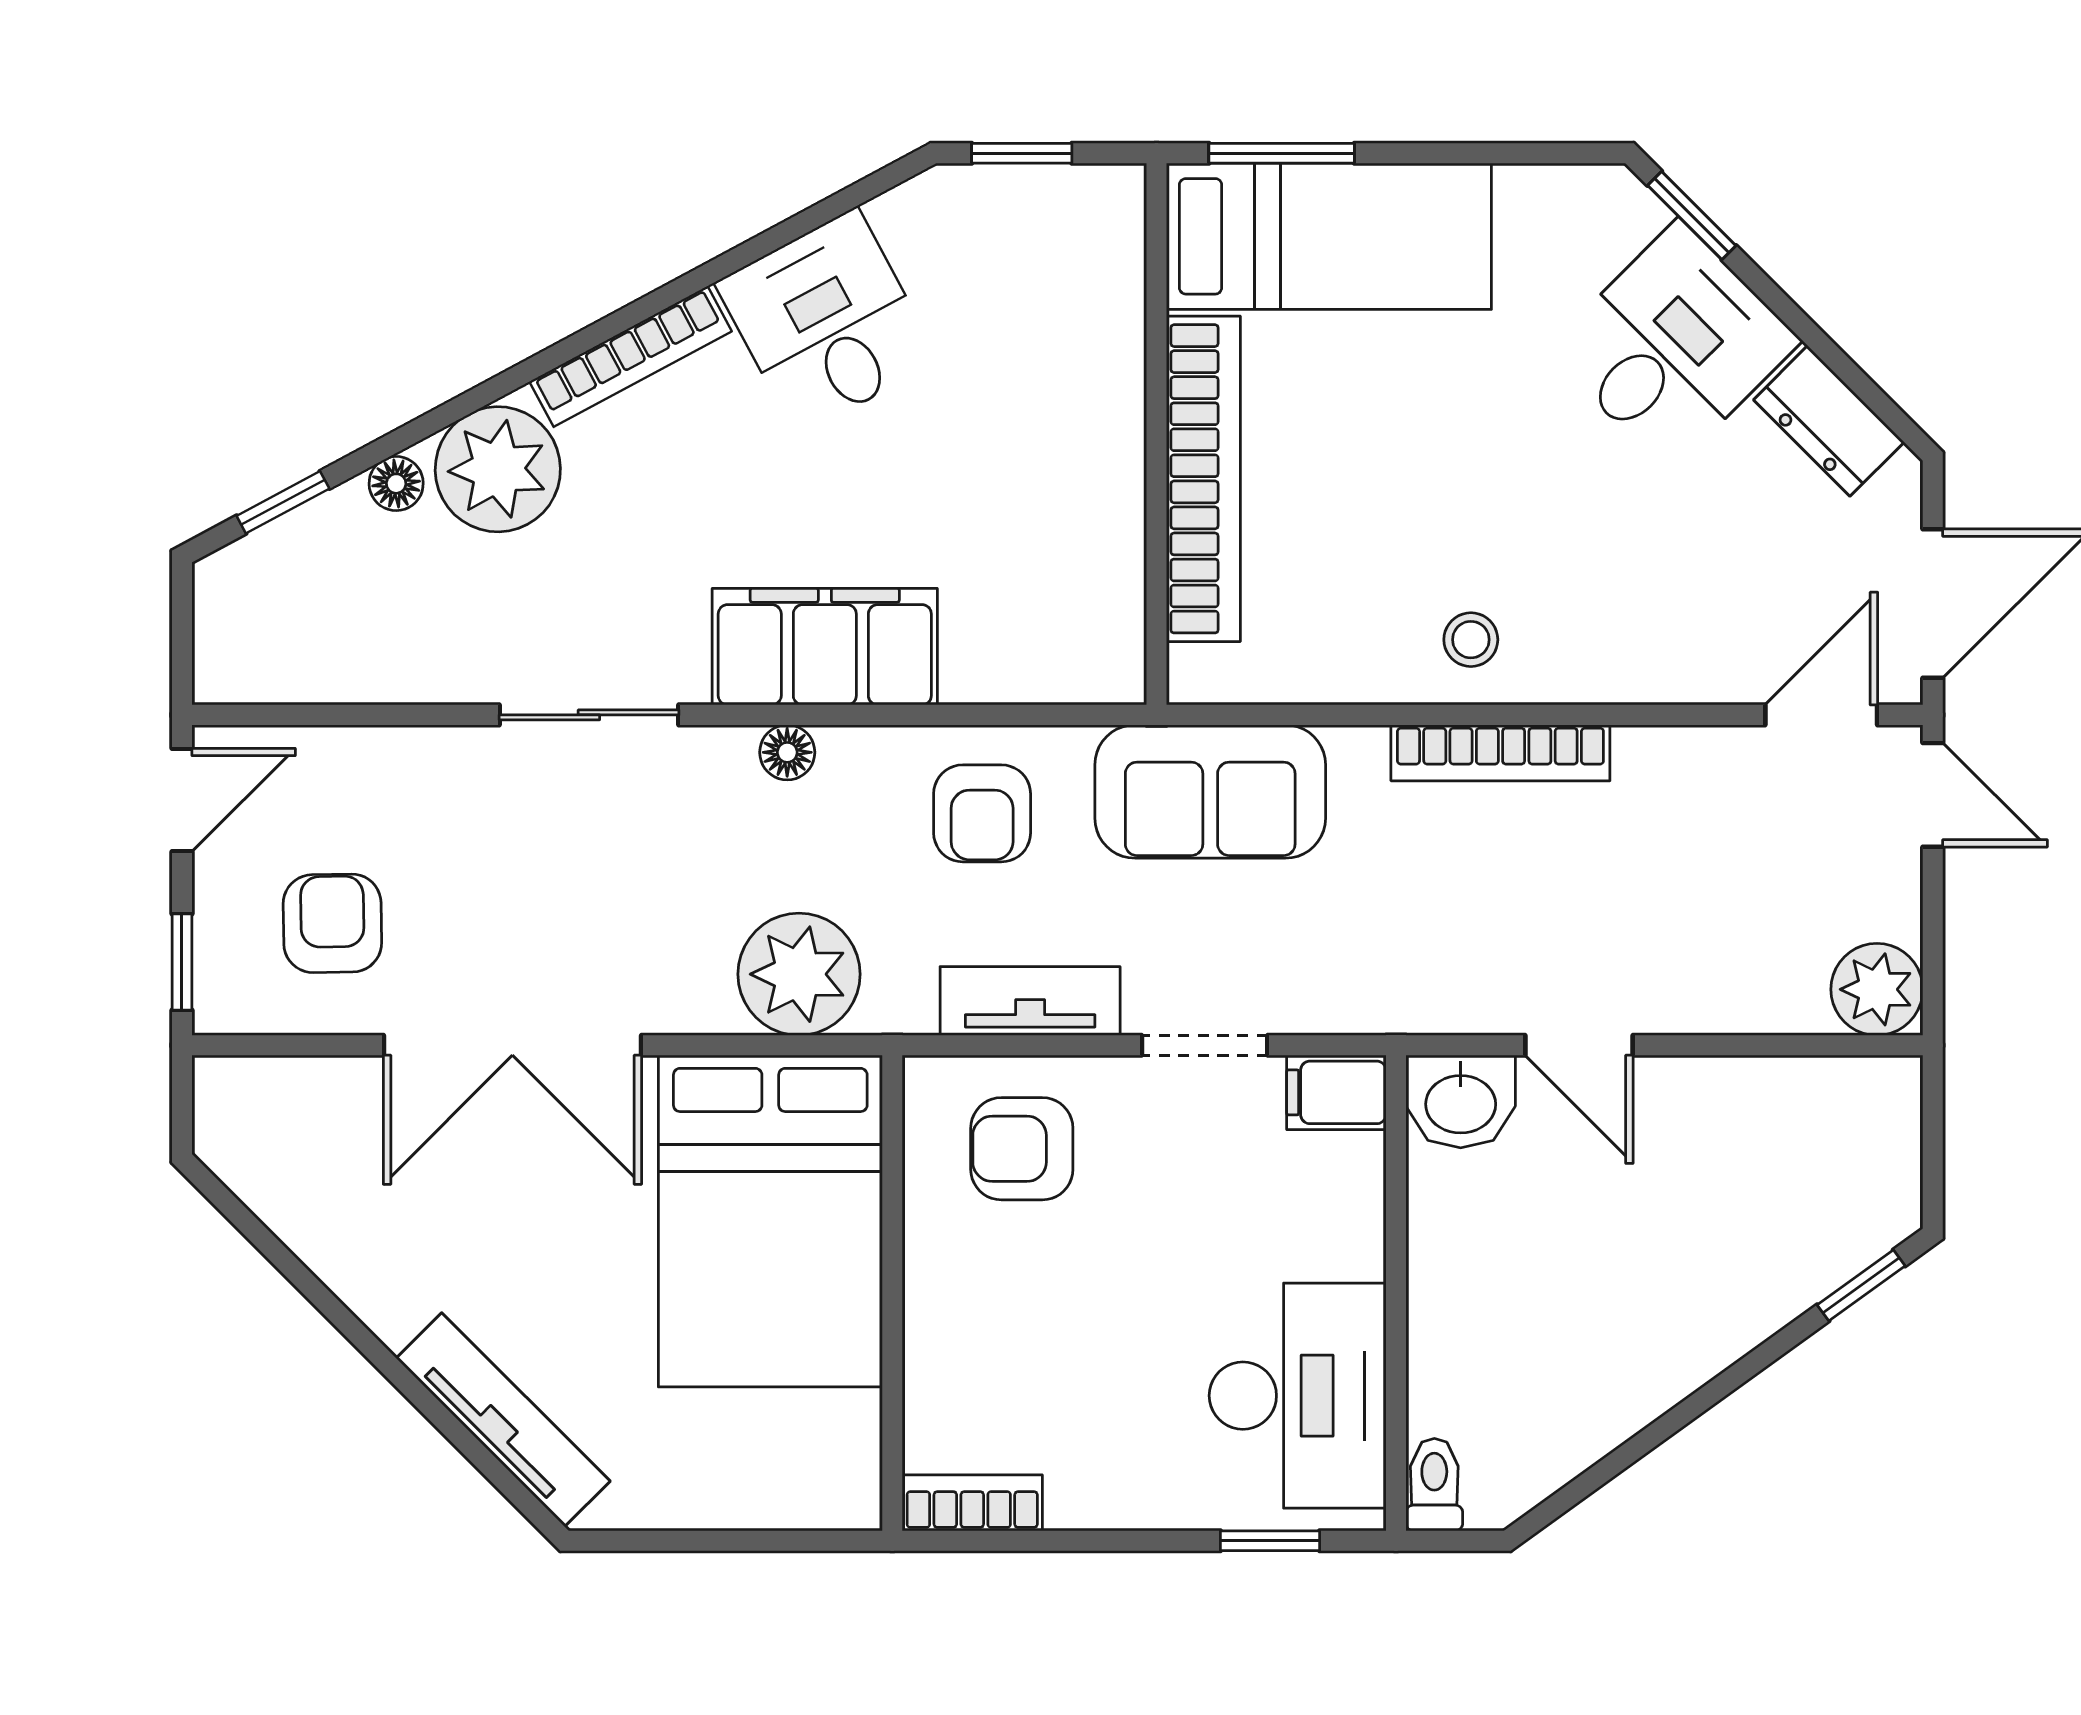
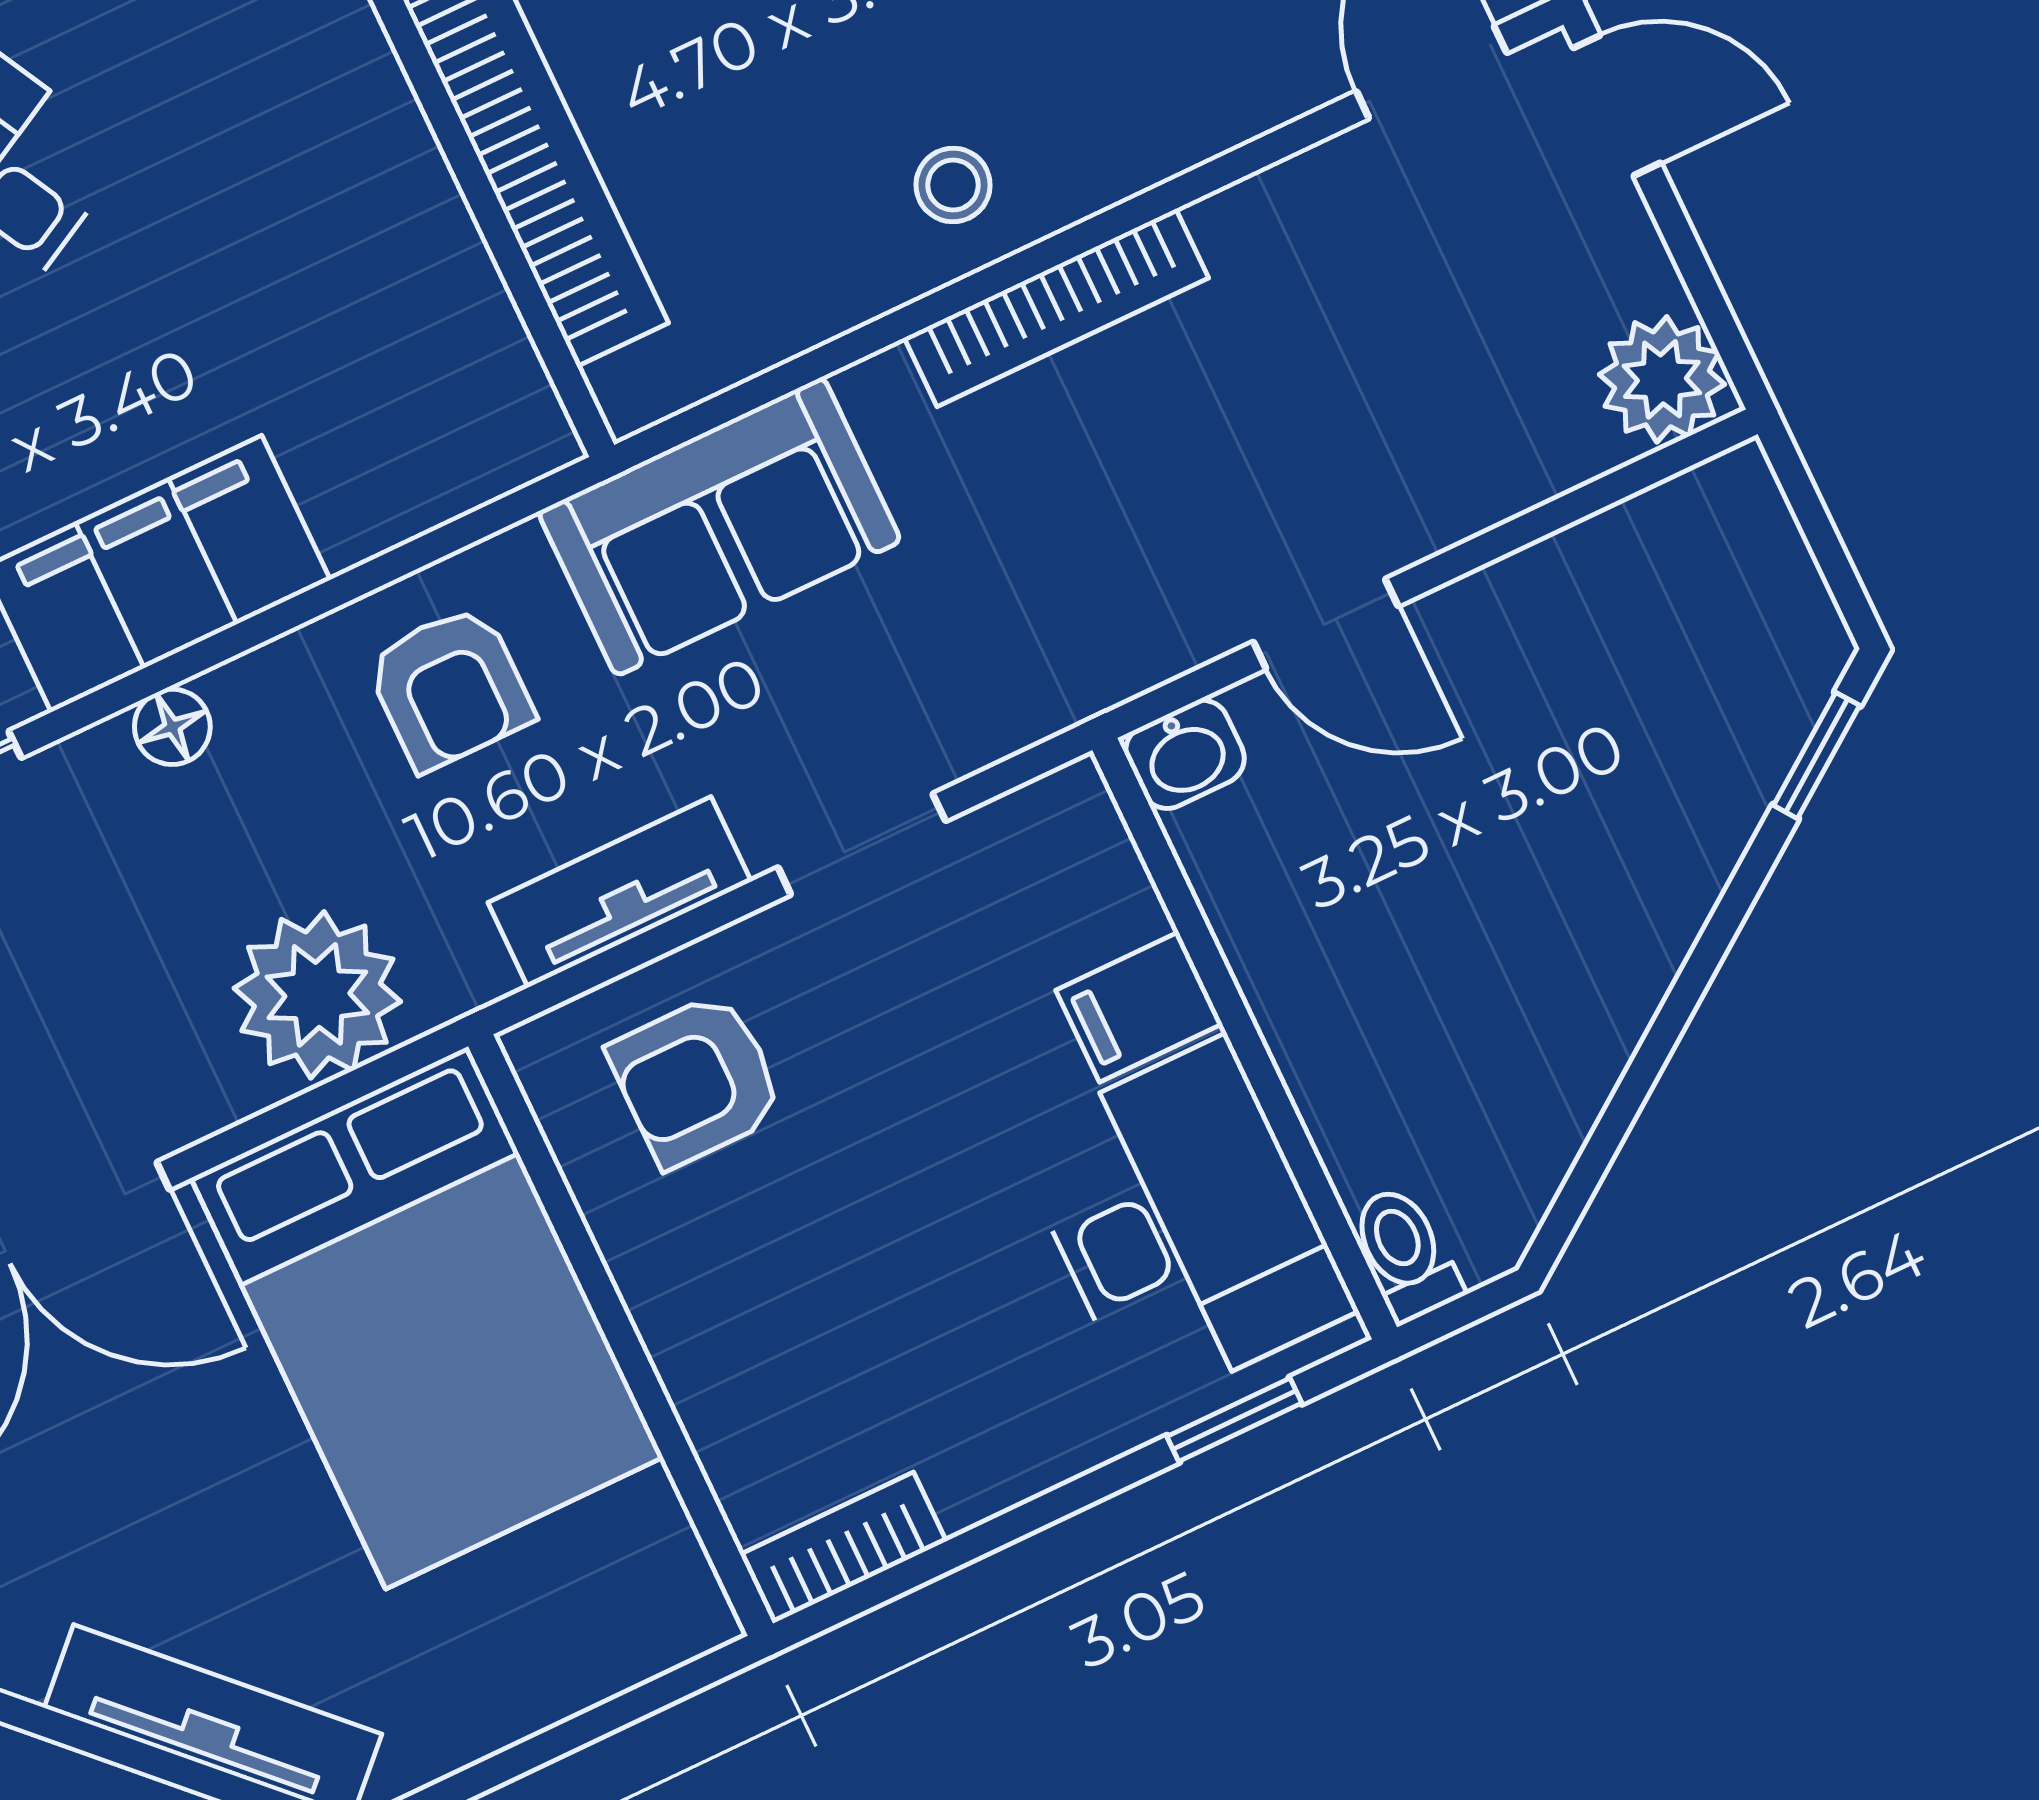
filing cabinet: (1336, 1092) -> (1139, 1007), moved
washbasin: (1461, 1101) -> (1185, 754), width x0.72, depth x0.69

